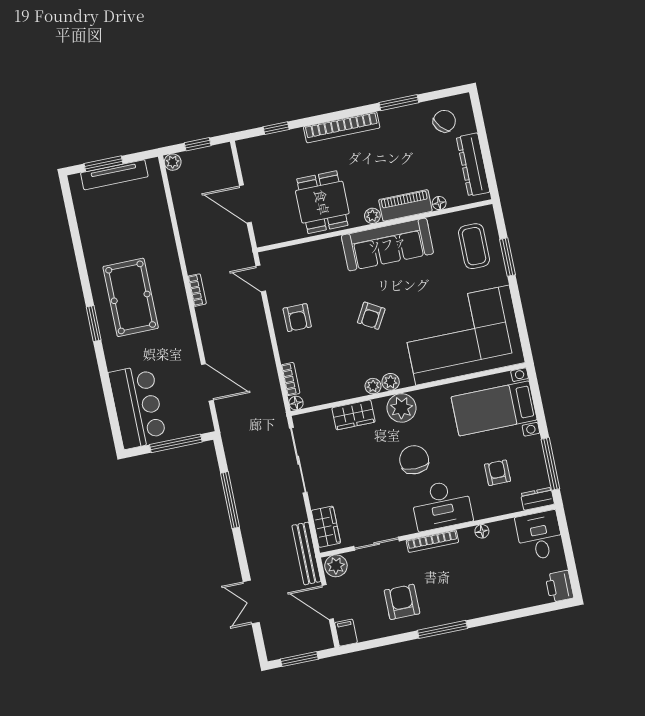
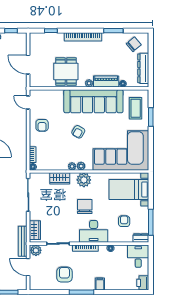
sofa: (387, 244) -> (93, 101), width x1.36, depth x1.27
filing cabinet: (346, 633) -> (100, 284), moved

